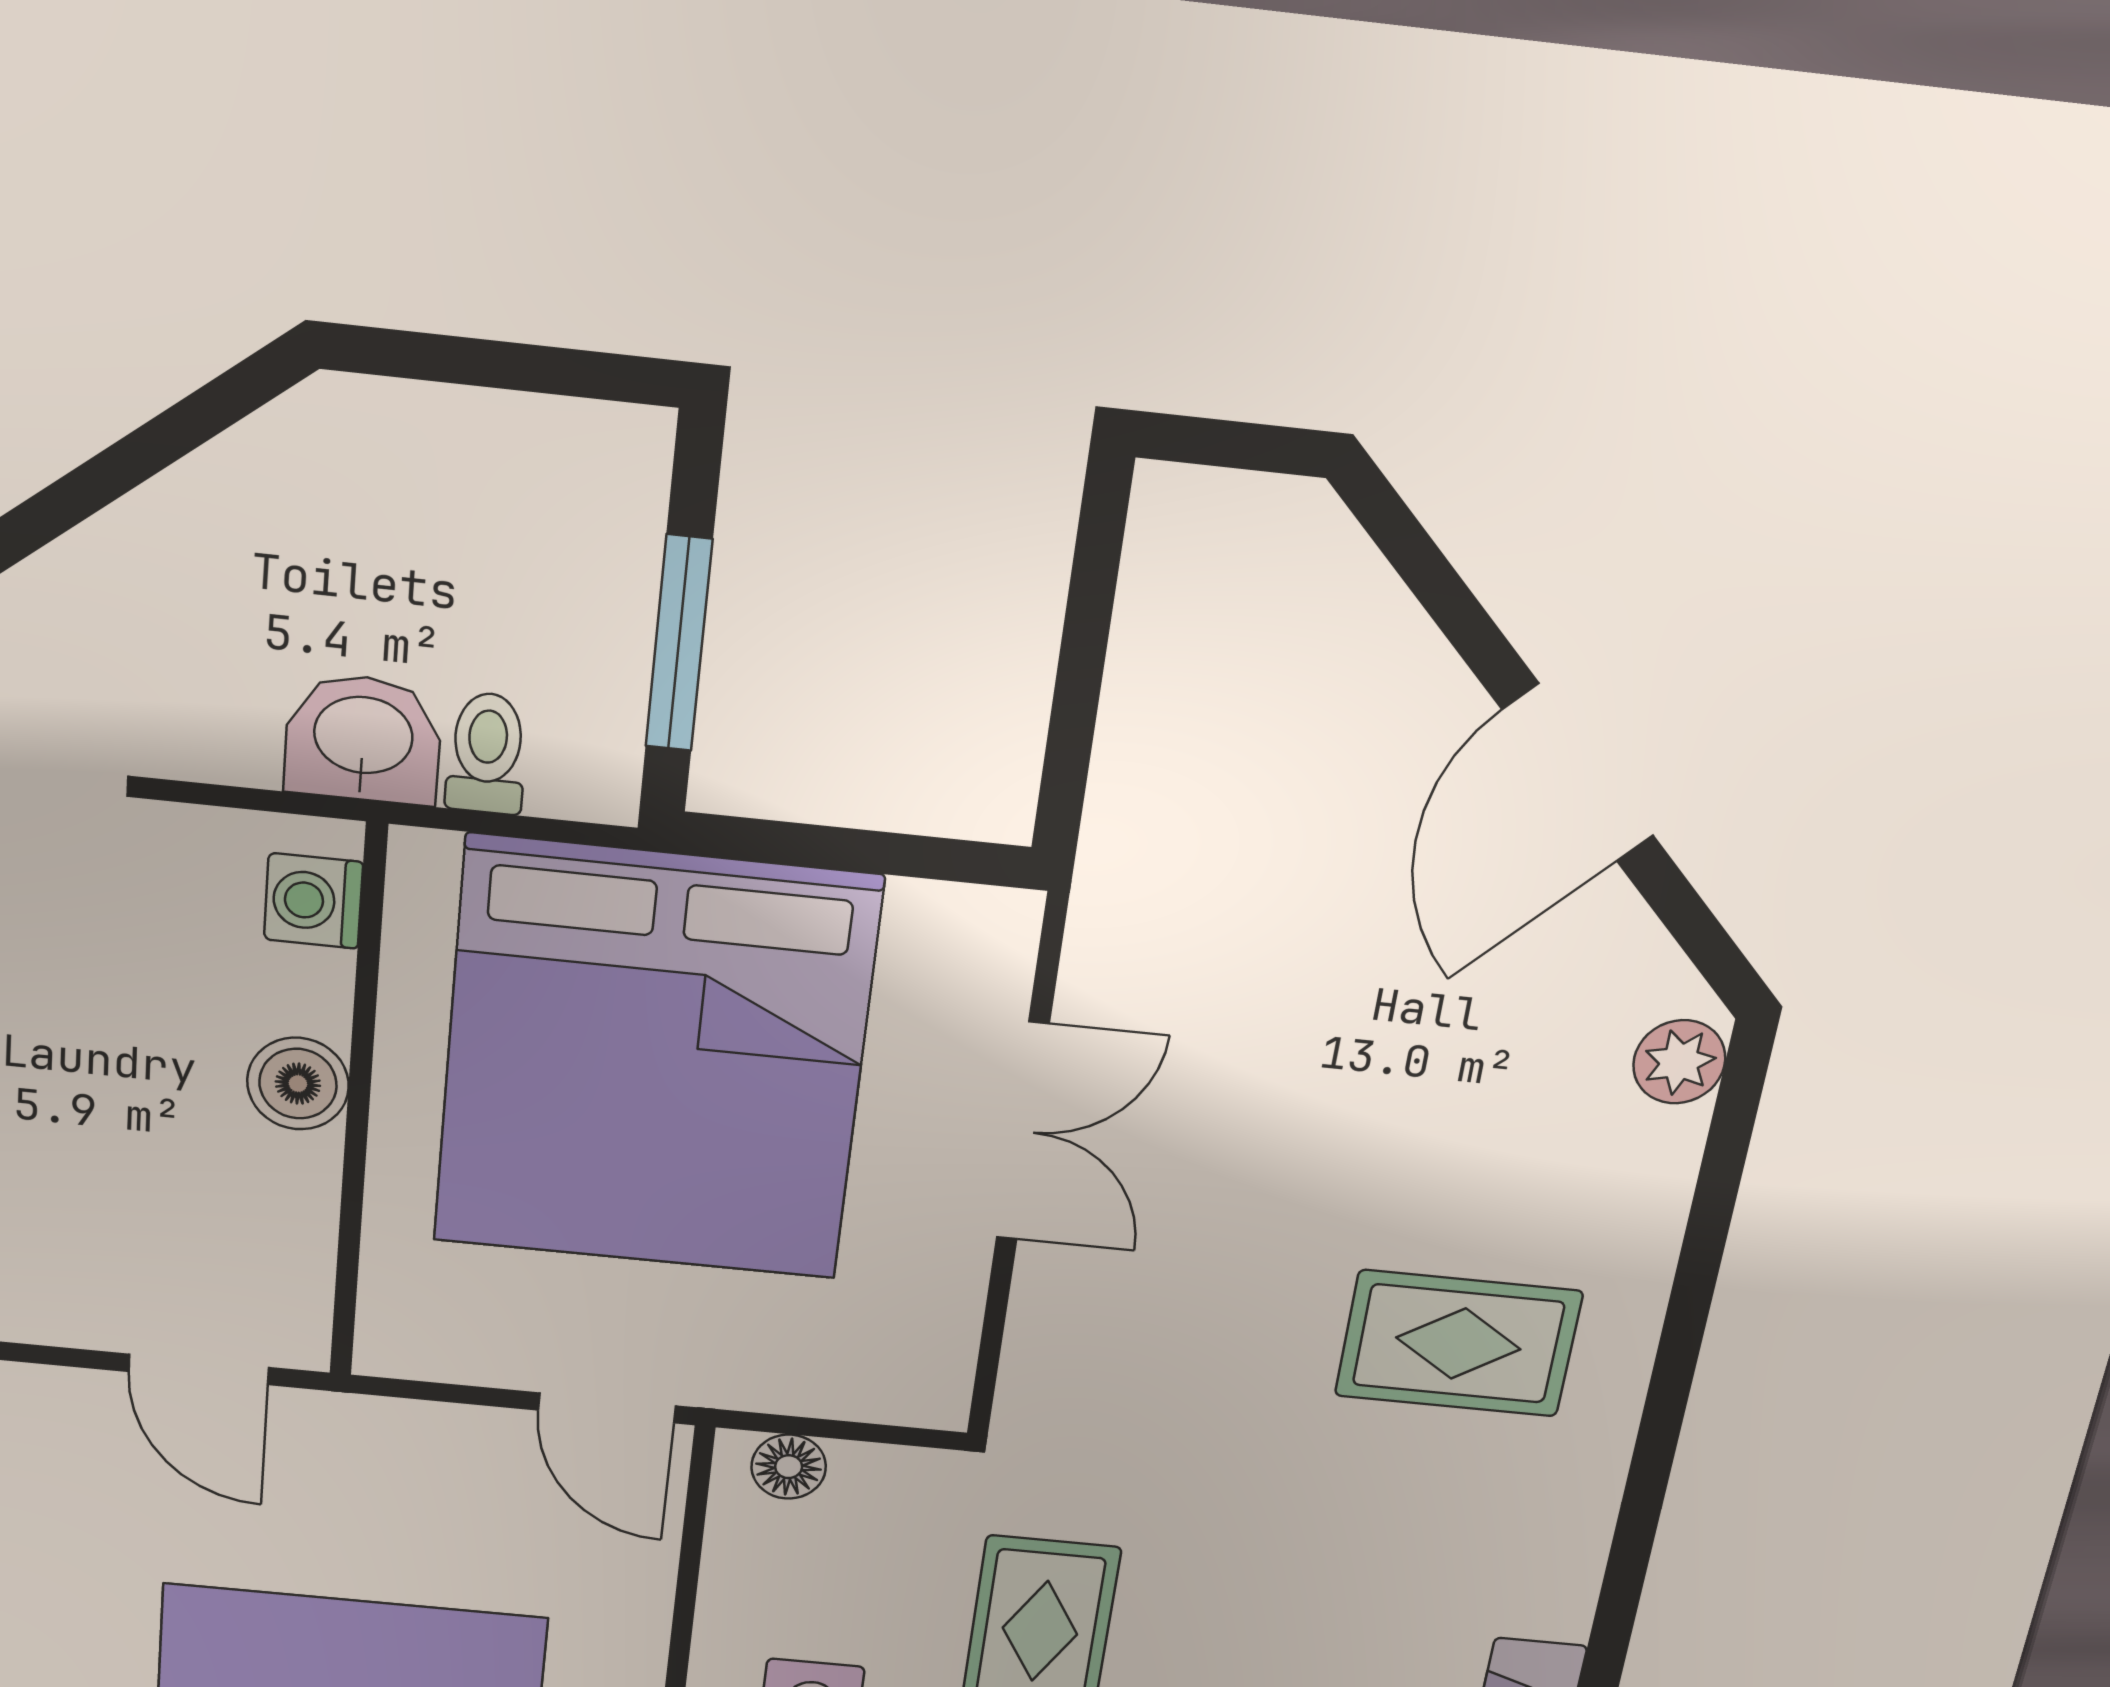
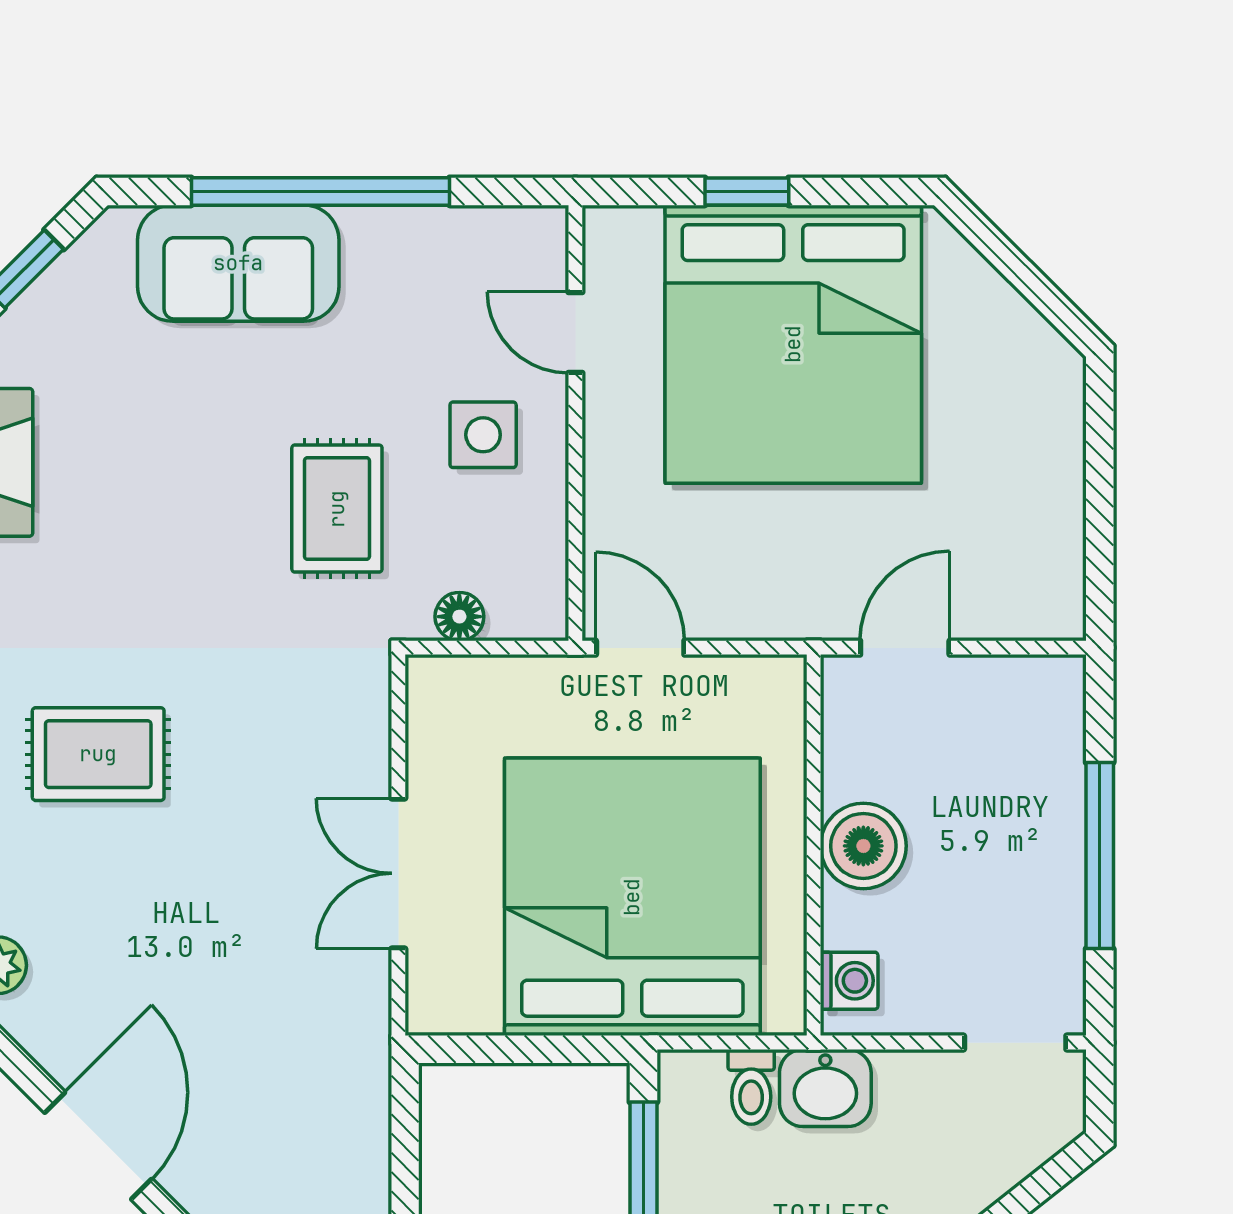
boiler: (298, 1084) -> (863, 846), width x1.36, depth x1.36
door: (199, 1369) -> (905, 648), hinge flipped
floor lamp: (789, 1467) -> (459, 617), moved

